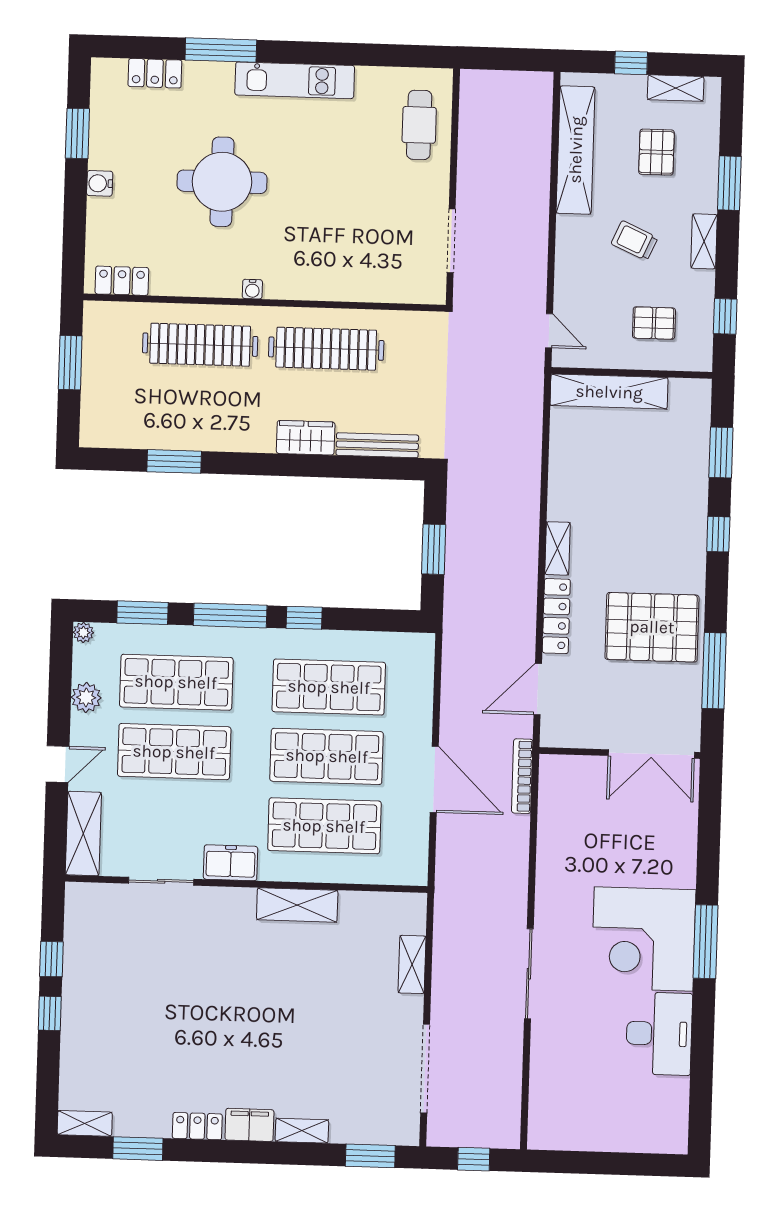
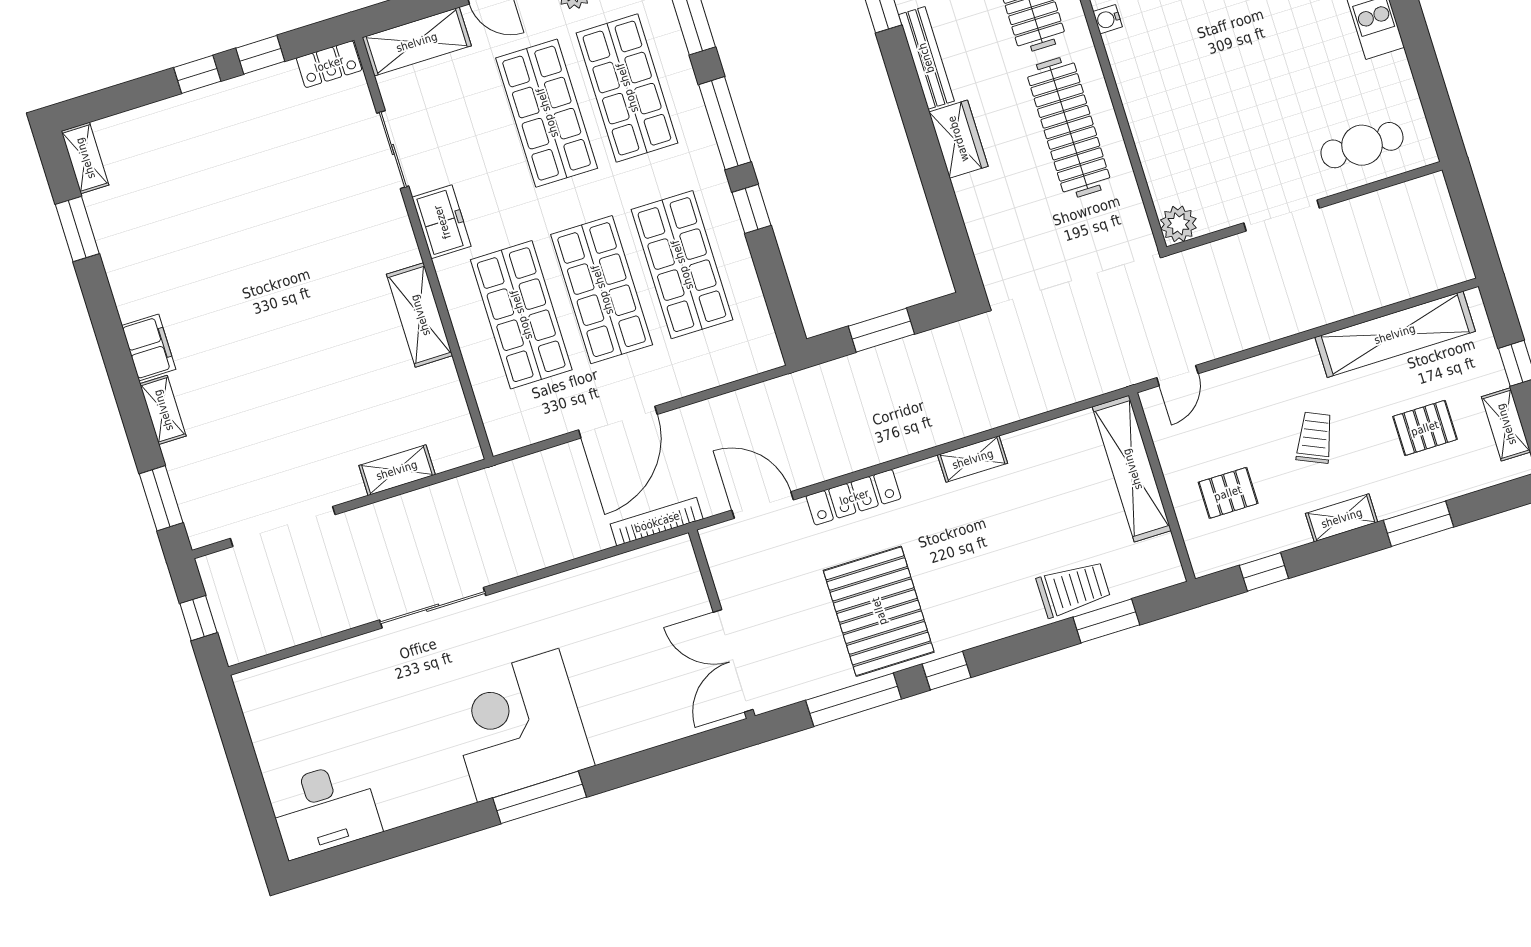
doorway: (451, 241) -> (1282, 215), moved
plant: (431, 289) -> (1178, 224), added
pallet: (654, 323) -> (1228, 493), turned 90
bench: (377, 445) -> (926, 58), moved
trolley: (687, 469) -> (1073, 589), added
window: (718, 534) -> (947, 671), moved
shelving: (558, 548) -> (973, 459), moved
desk: (659, 1034) -> (324, 809), moved
locker: (197, 1126) -> (329, 64), moved, turned 90

